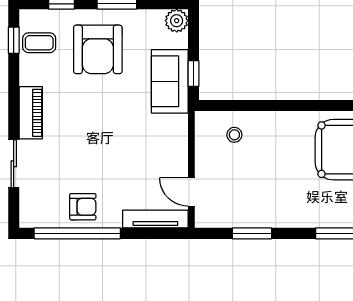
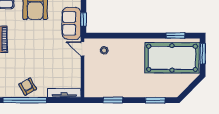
door: (191, 192) -> (82, 49), moved
armchair: (83, 207) -> (28, 87), turned -119

